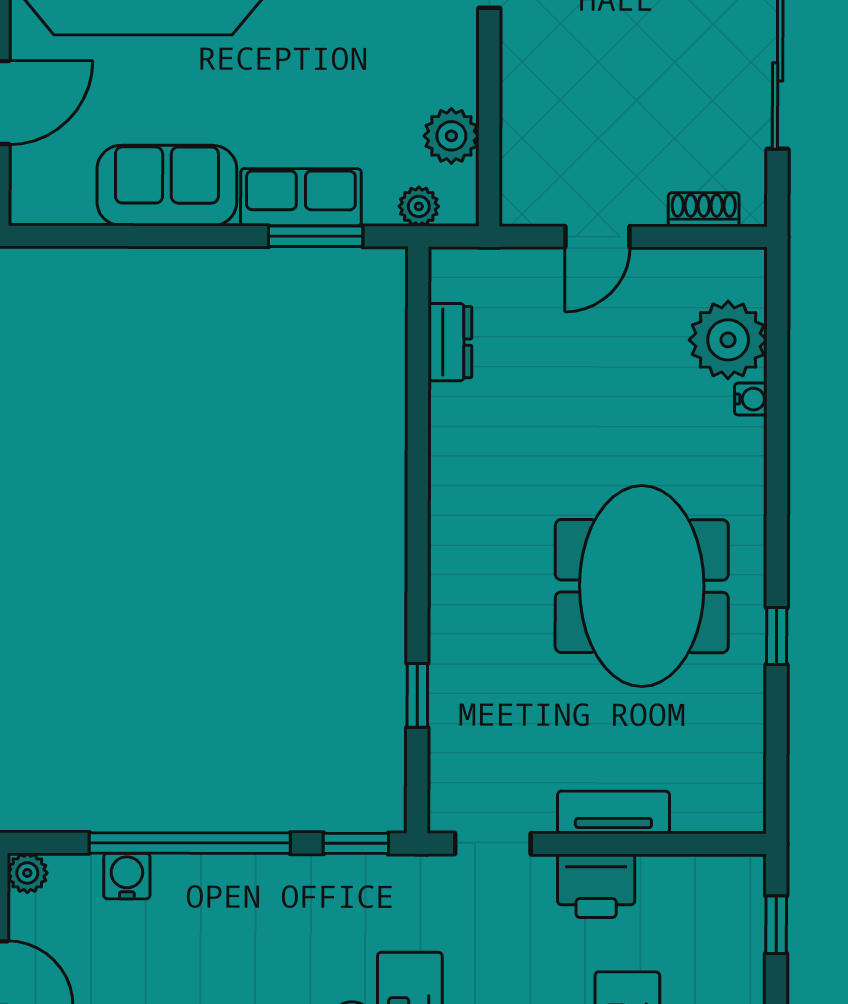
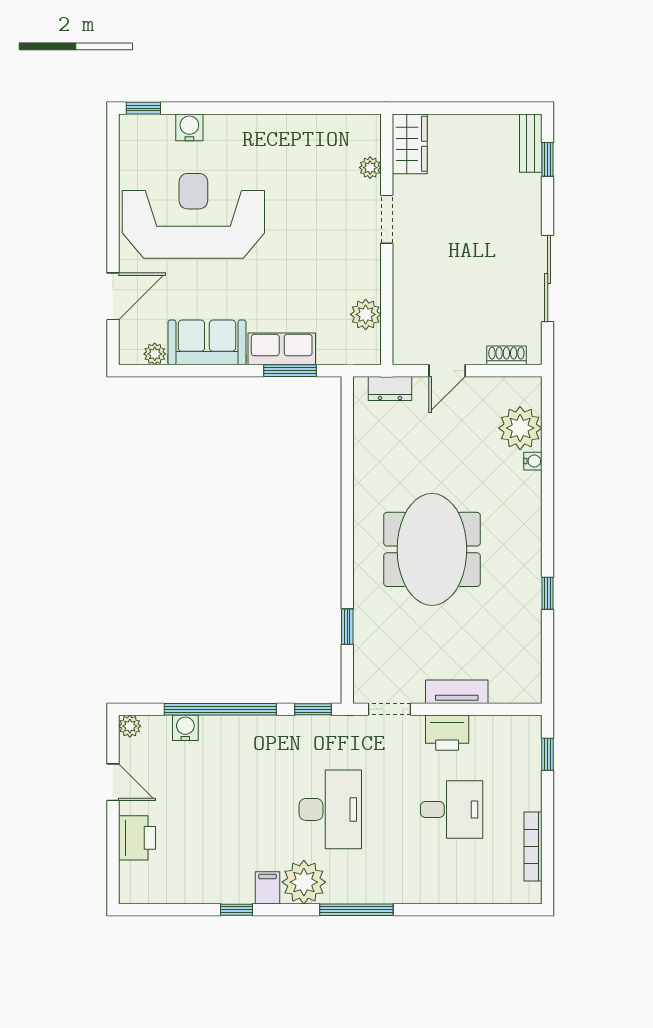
plant: (419, 206) -> (155, 354), moved
dresser: (450, 342) -> (390, 388), moved, turned 90
meeting table: (642, 586) -> (432, 549), moved

